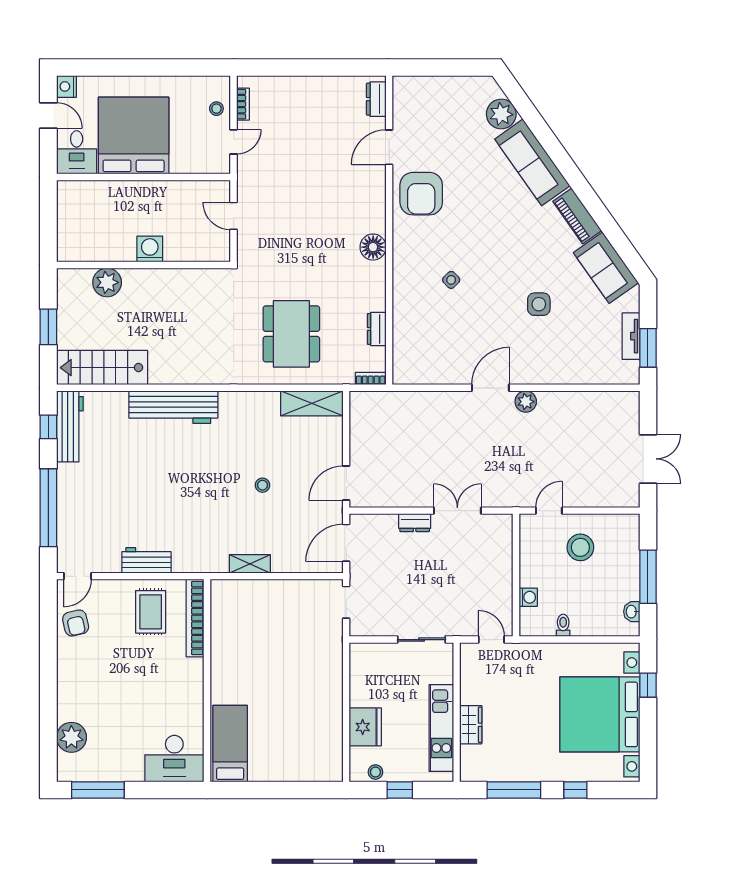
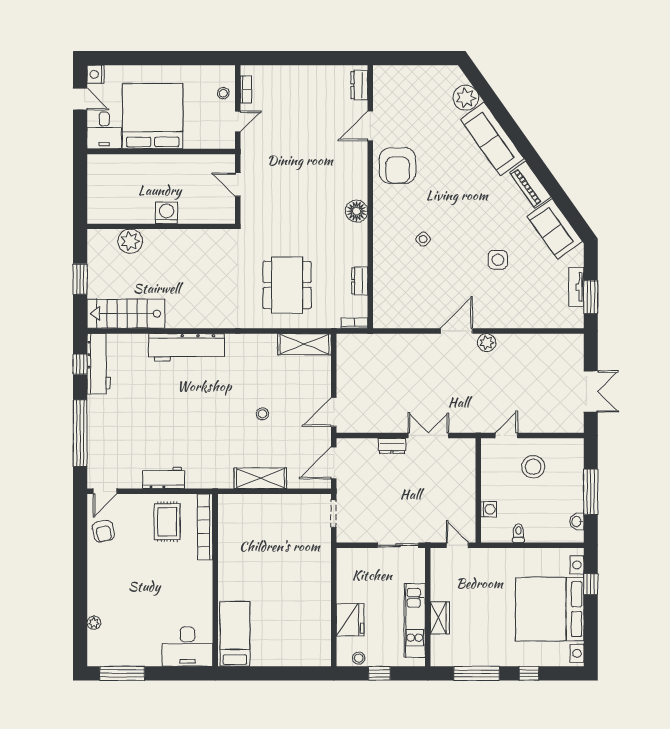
shelving: (250, 564) -> (260, 478), width x1.50, depth x1.33
plant: (71, 737) -> (94, 623), width x0.53, depth x0.53

